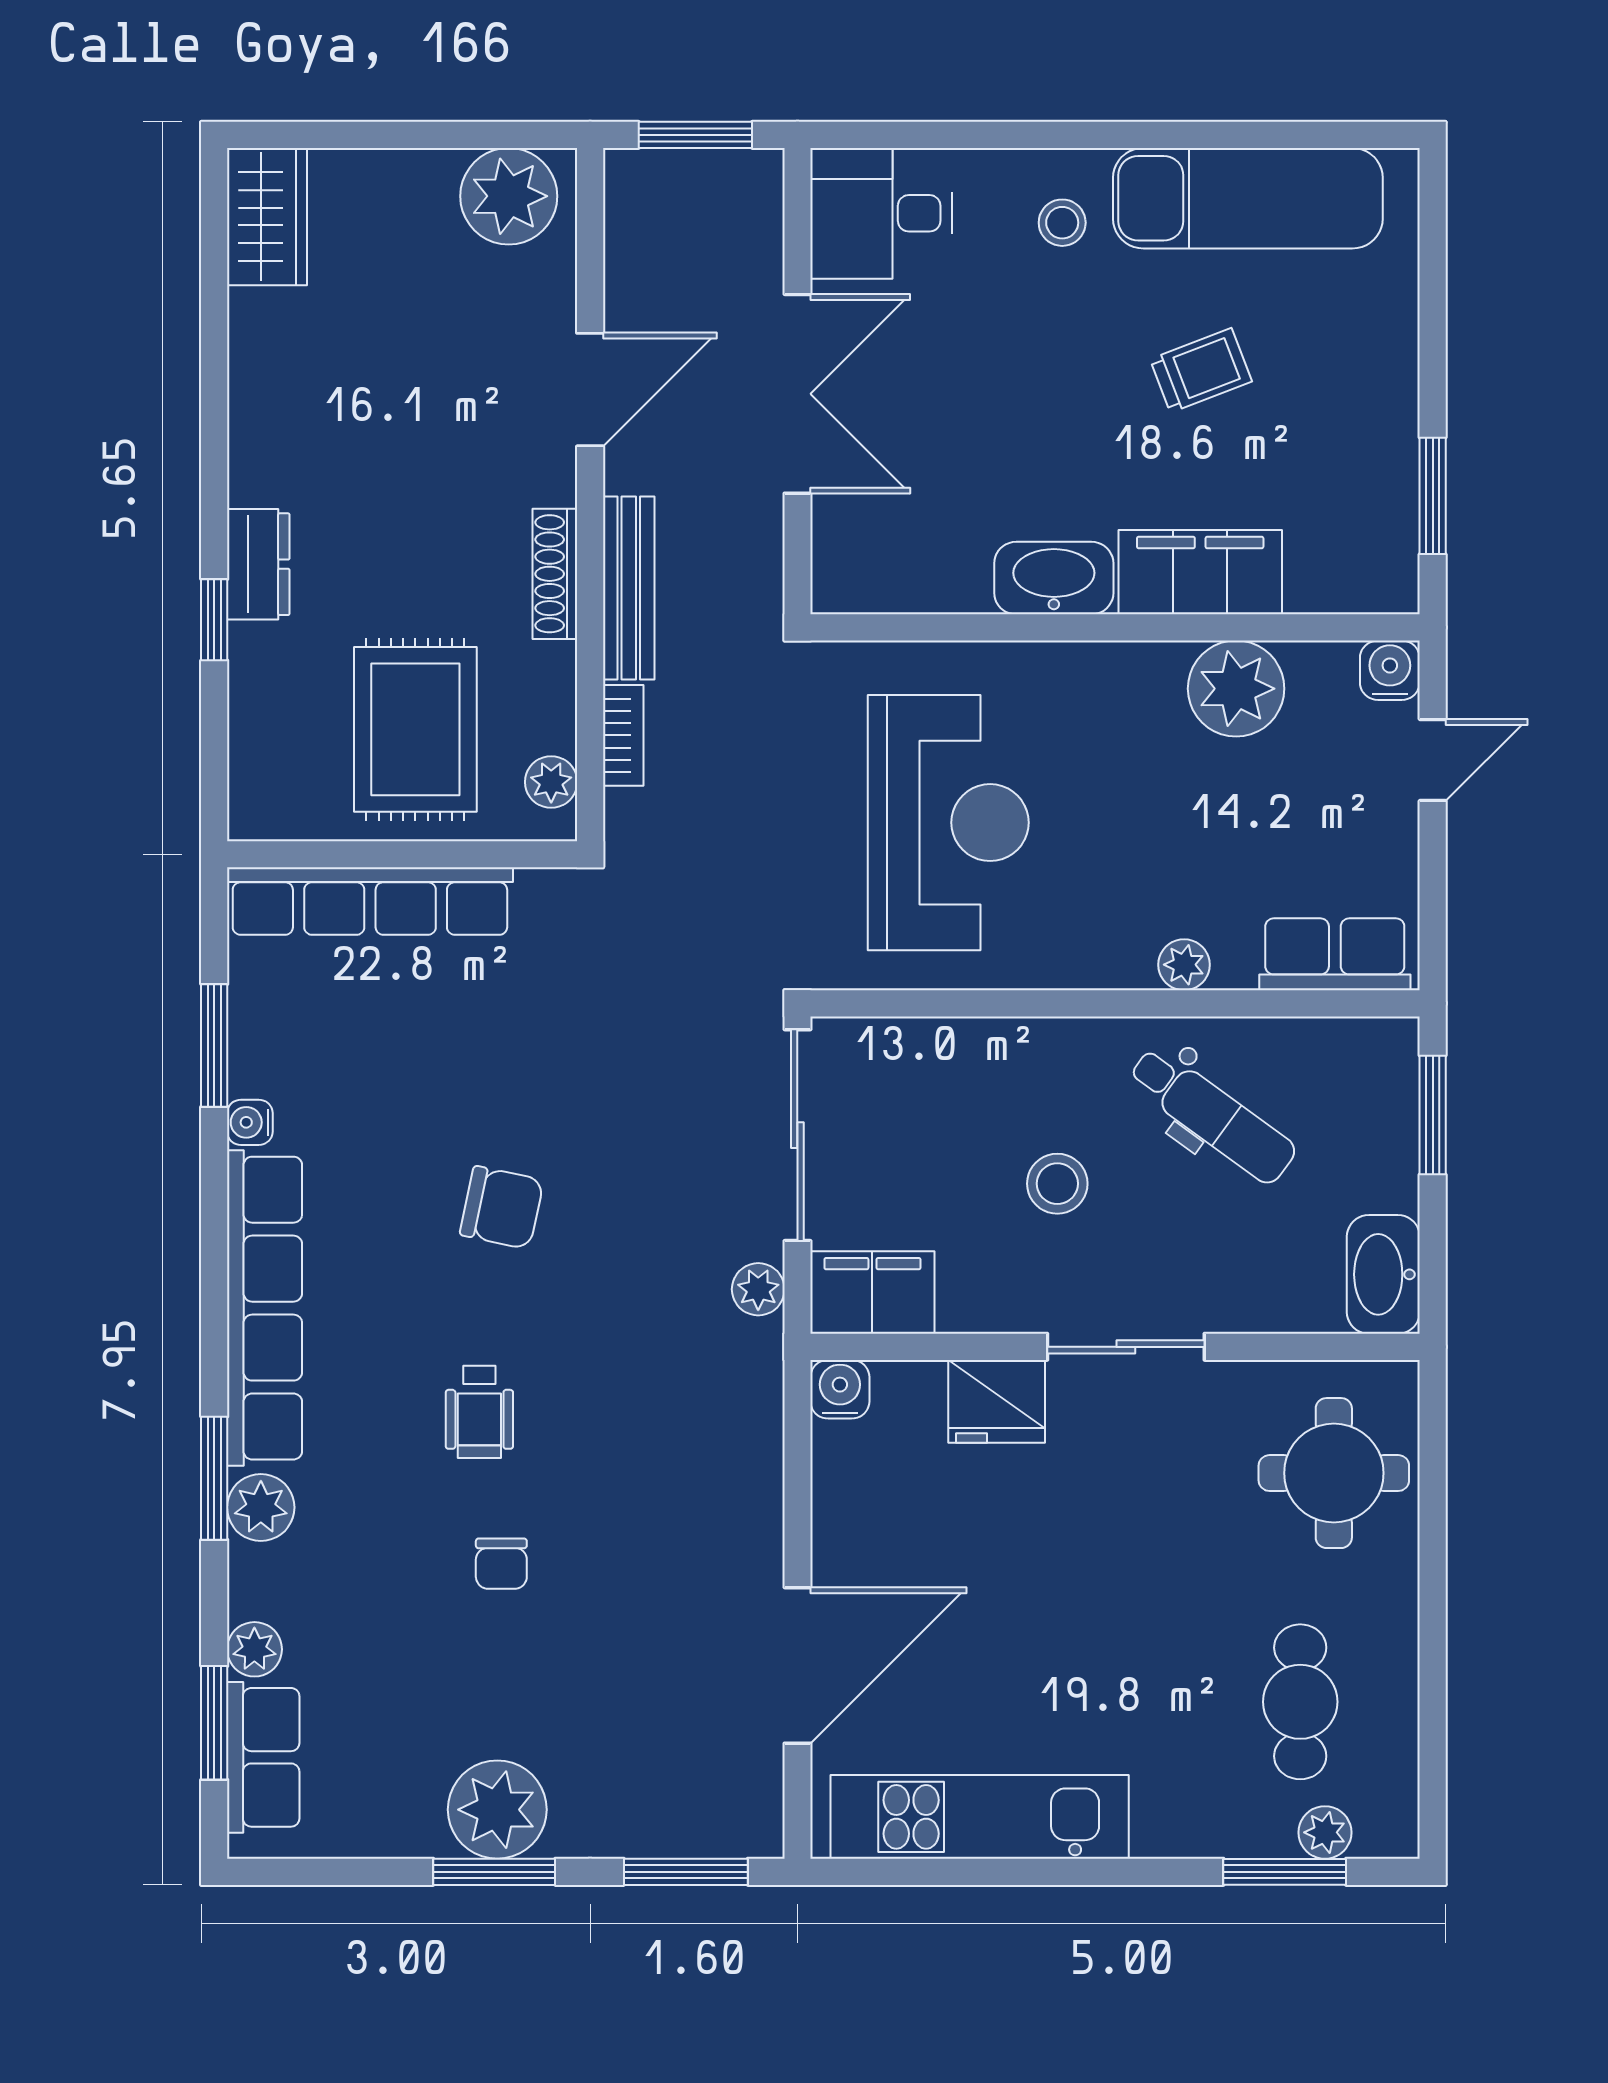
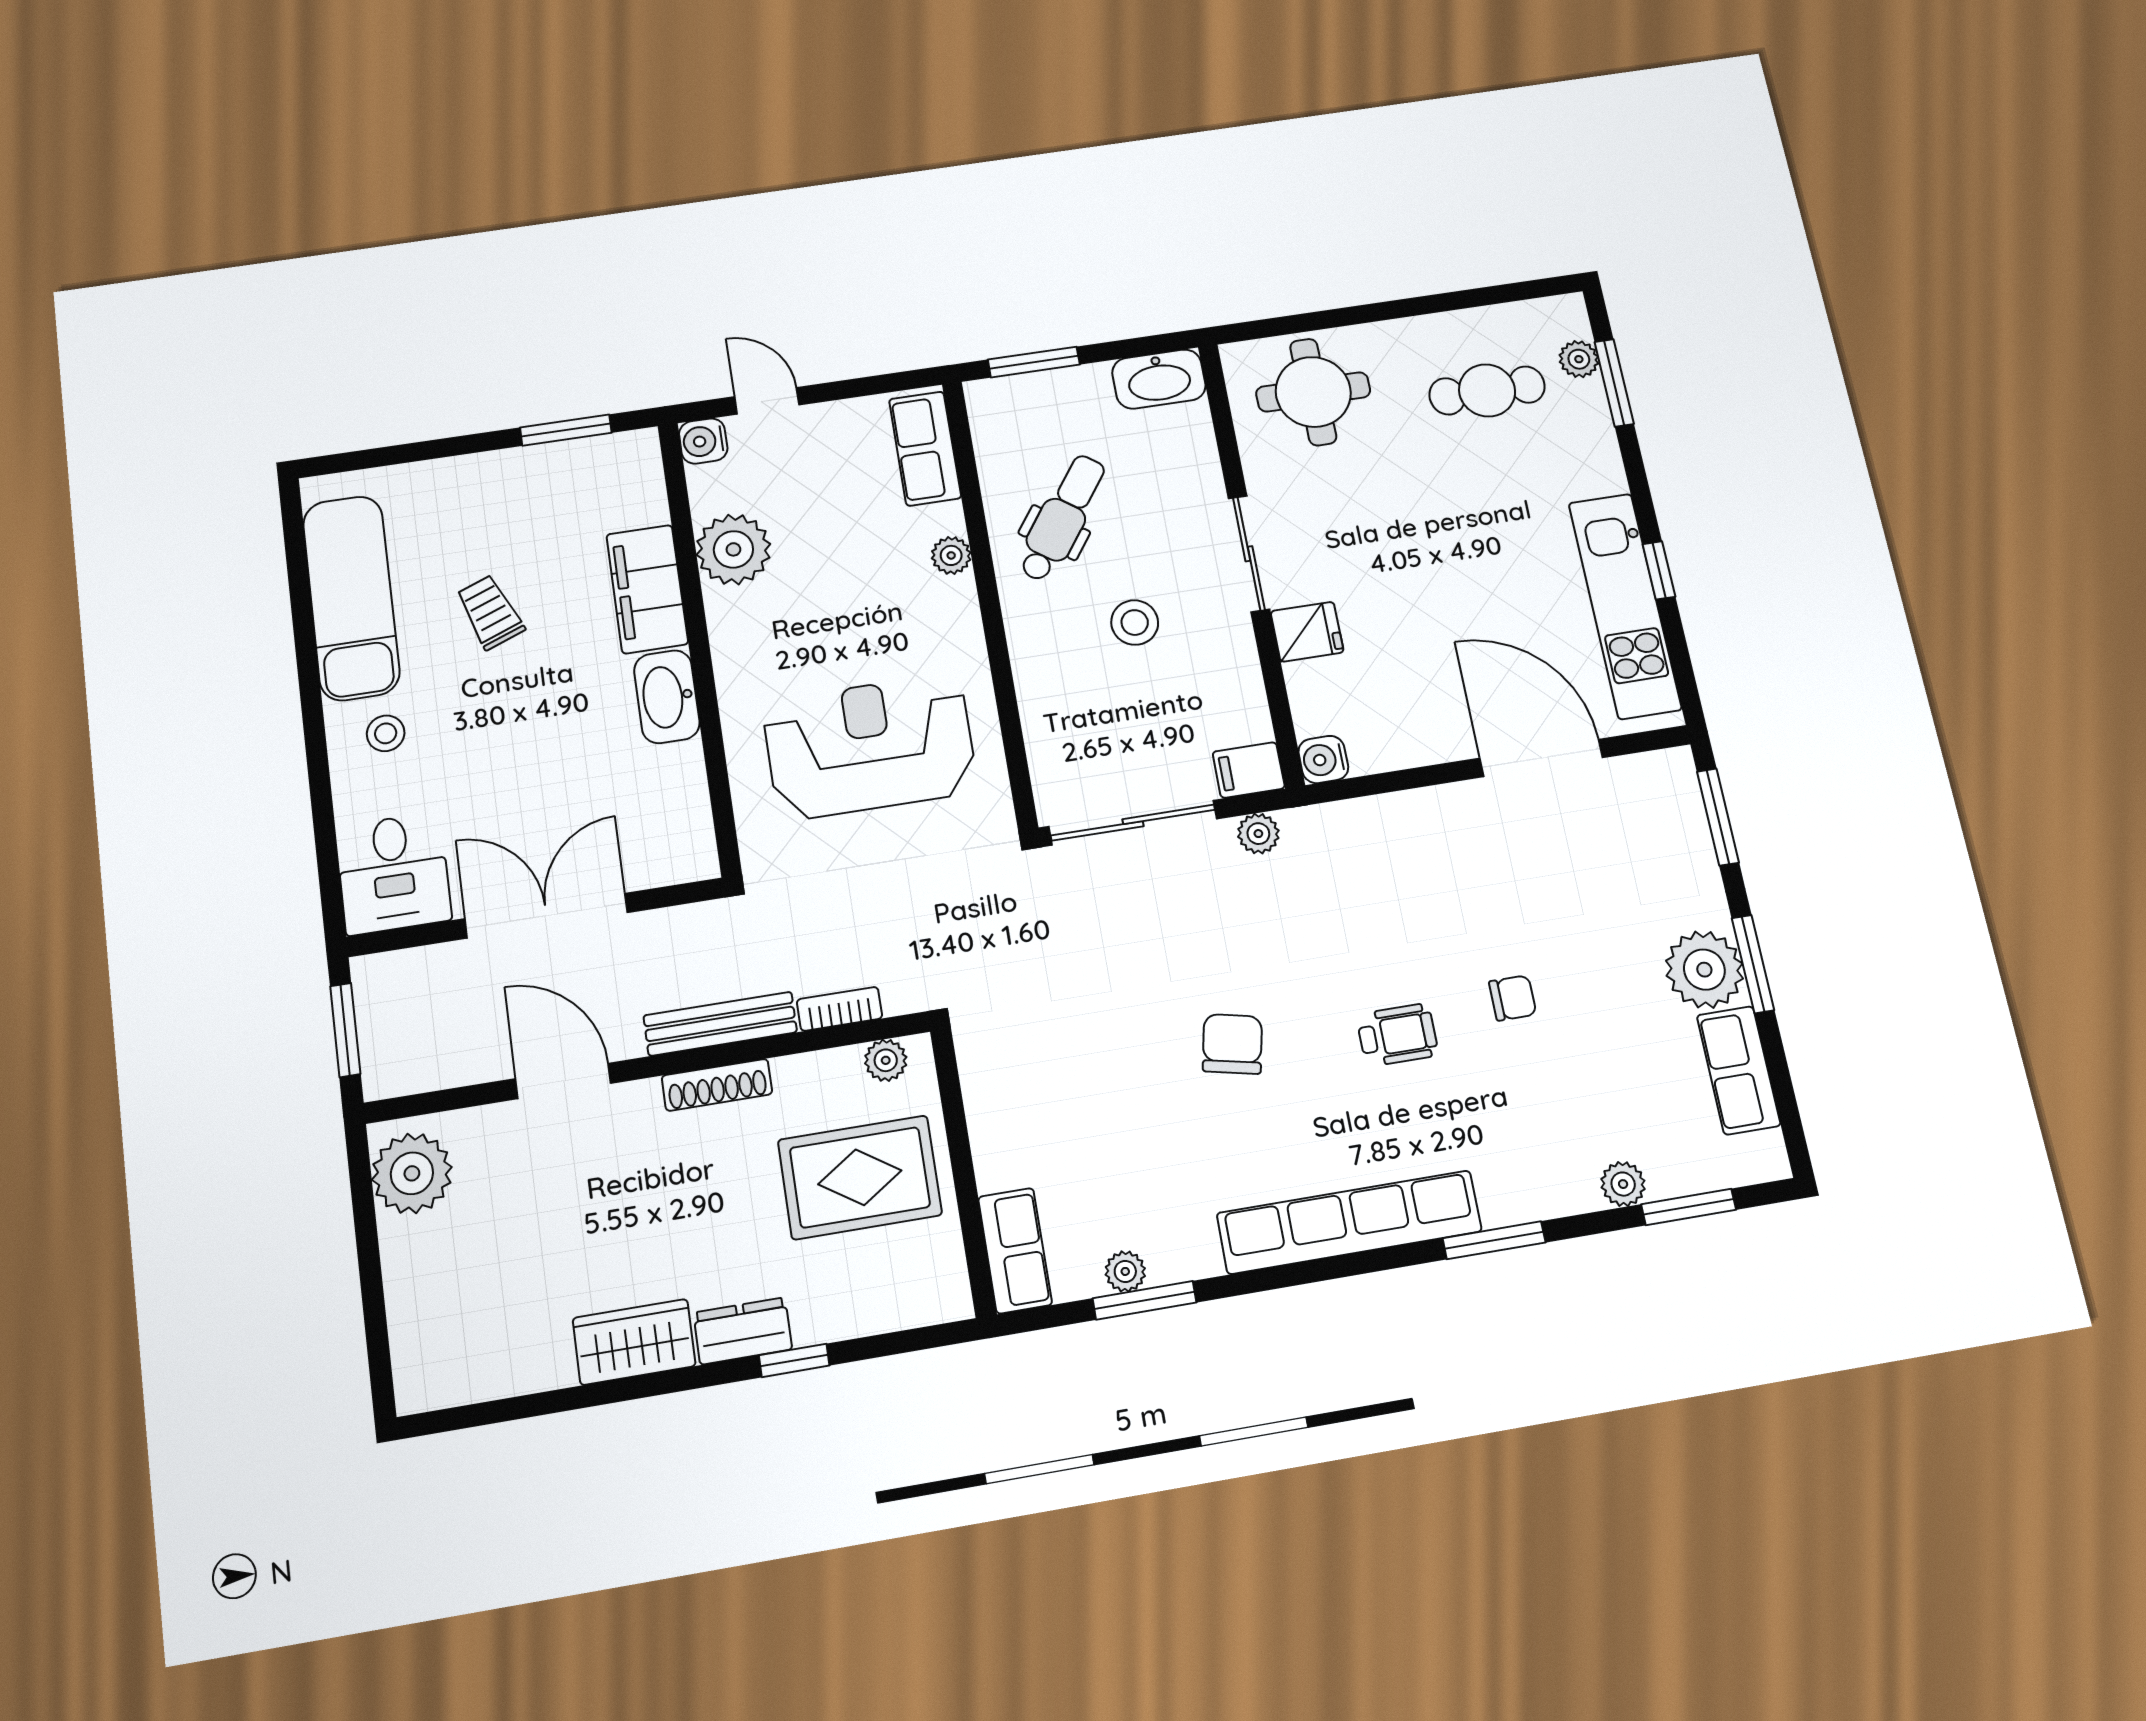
wardrobe: (267, 217) -> (634, 1342), moved
row of seats: (370, 901) -> (1015, 1251), width x0.50
water cooler: (250, 1122) -> (1202, 1260), removed
filing cabinet: (872, 1293) -> (1249, 770), width x0.50
fridge: (997, 1401) -> (1307, 632), width x0.72
plant: (261, 1507) -> (1125, 1271), moved, width x0.73, depth x0.73
row of seats: (263, 1757) -> (1739, 1070), moved, turned -90
window: (1020, 1872) -> (1659, 570), added

